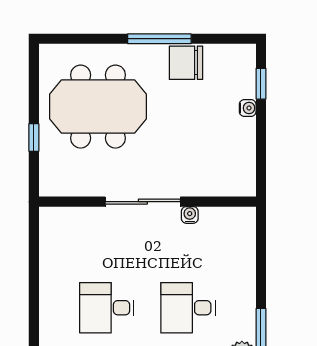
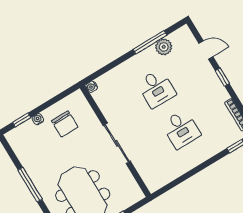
chair: (186, 63) -> (65, 124), moved
water cooler: (190, 215) -> (92, 87), moved

